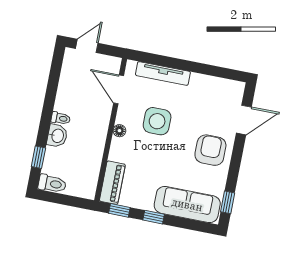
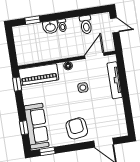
side table: (157, 121) -> (83, 88), width x0.54, depth x0.54
armchair: (210, 150) -> (77, 128), turned -97
piano: (112, 183) -> (39, 75), width x1.37, depth x1.33
toilet: (52, 184) -> (86, 25), moved
window: (154, 217) -> (24, 128), moved

